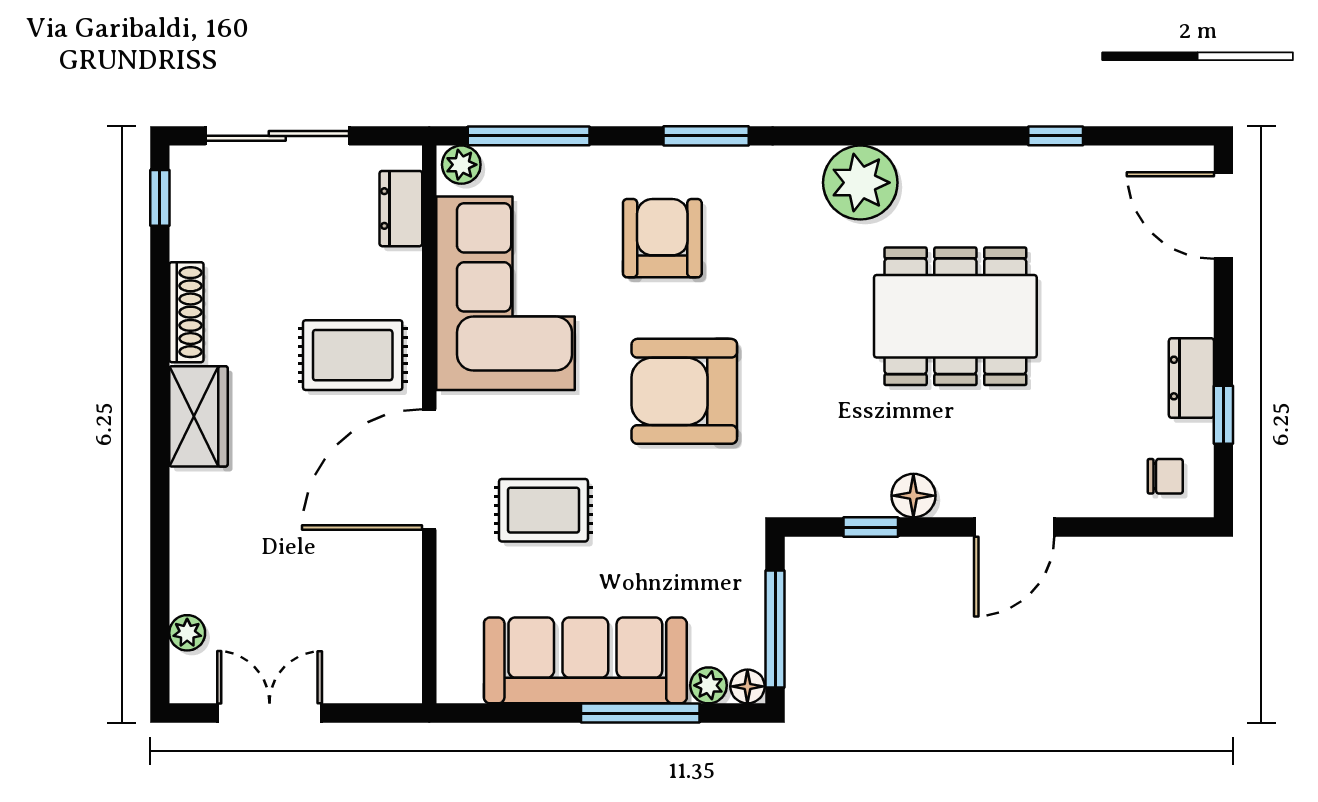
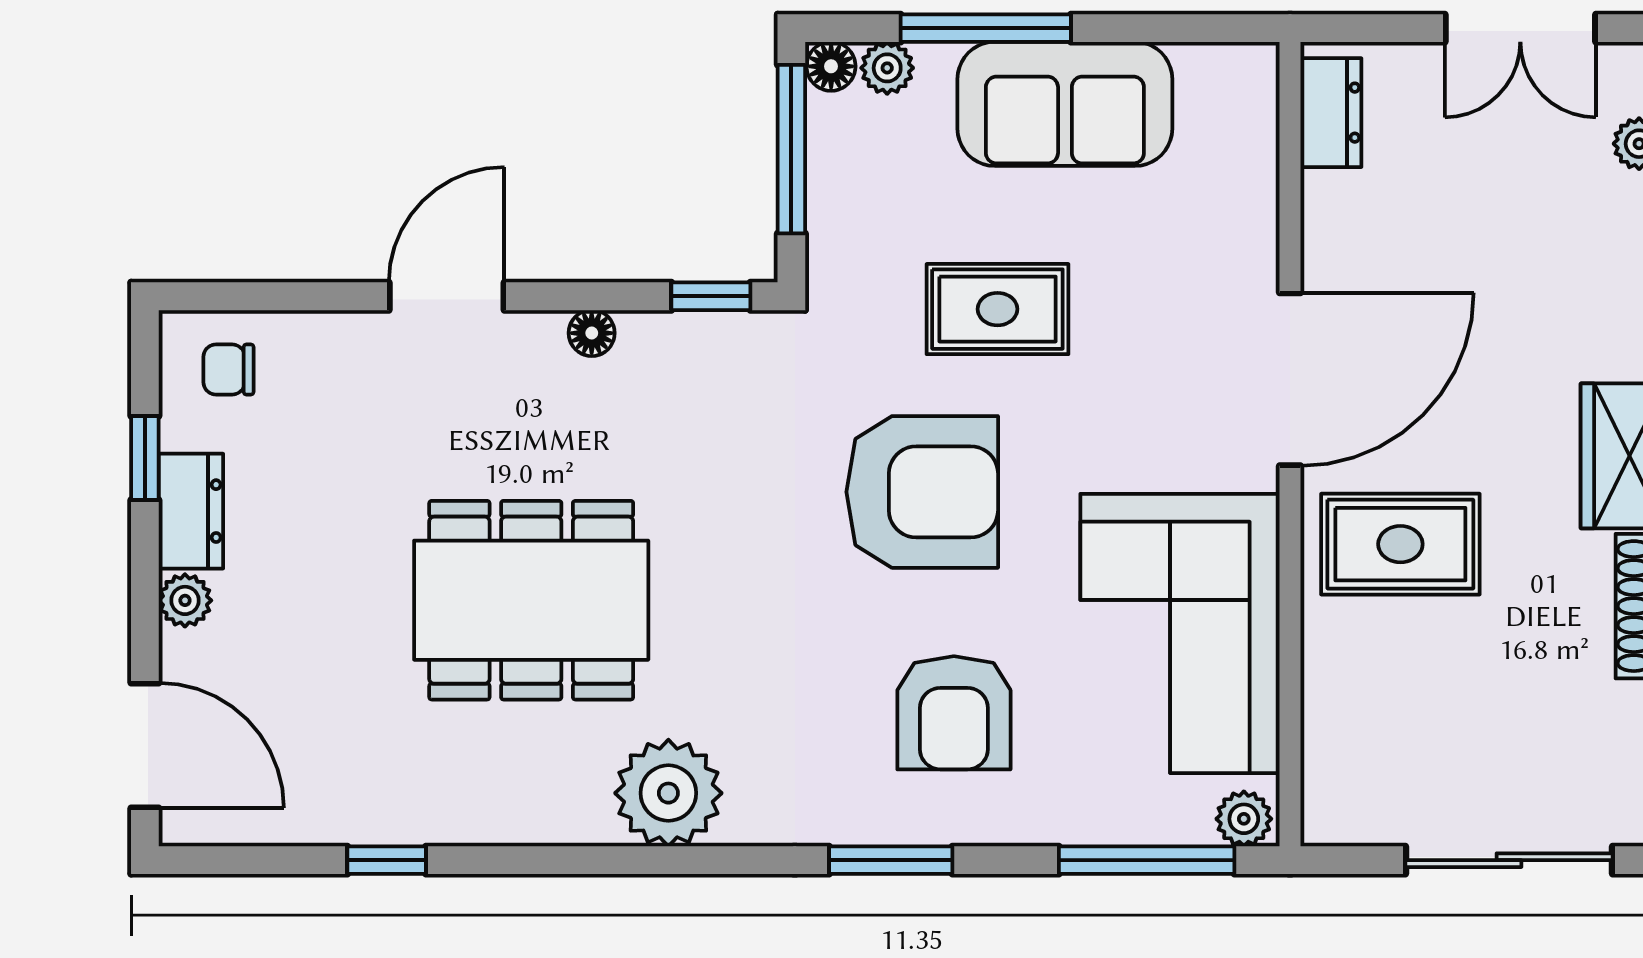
dresser: (401, 209) -> (1331, 113), moved
plant: (1195, 316) -> (185, 600), added
floor lamp: (913, 496) -> (592, 333), width x0.73, depth x0.73
rug: (543, 510) -> (997, 309), moved
window: (871, 527) -> (711, 296), moved
sofa: (585, 660) -> (1065, 104), width x0.73

